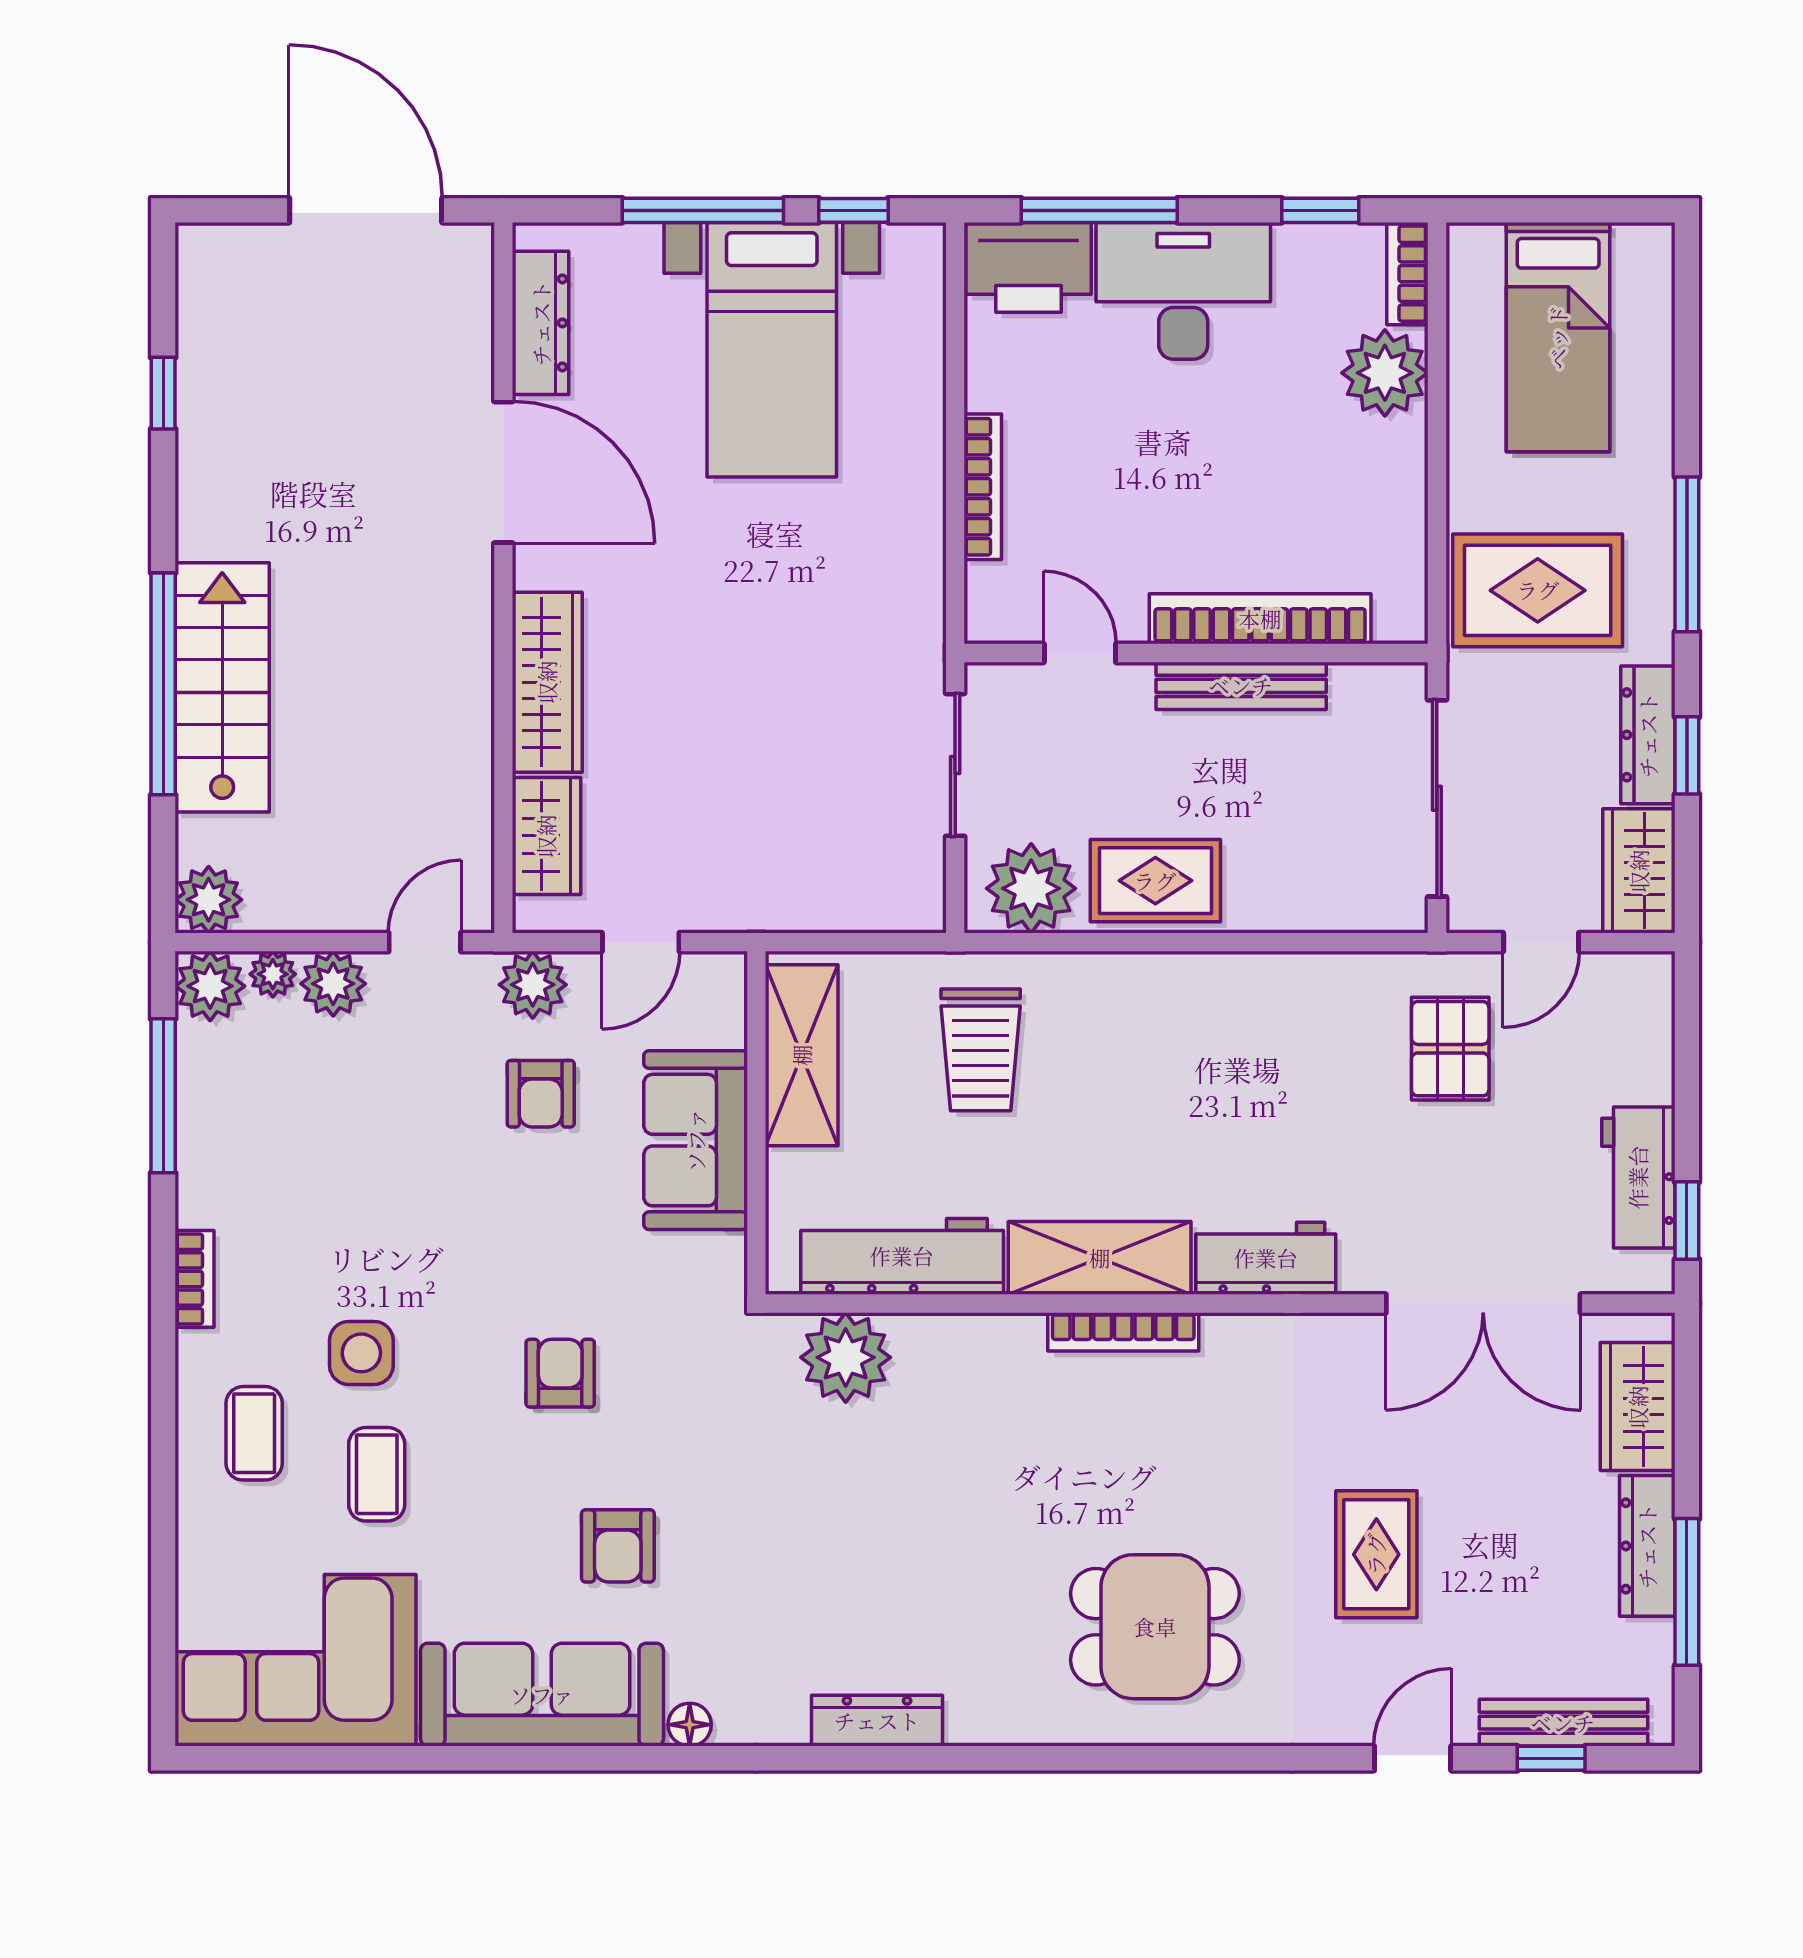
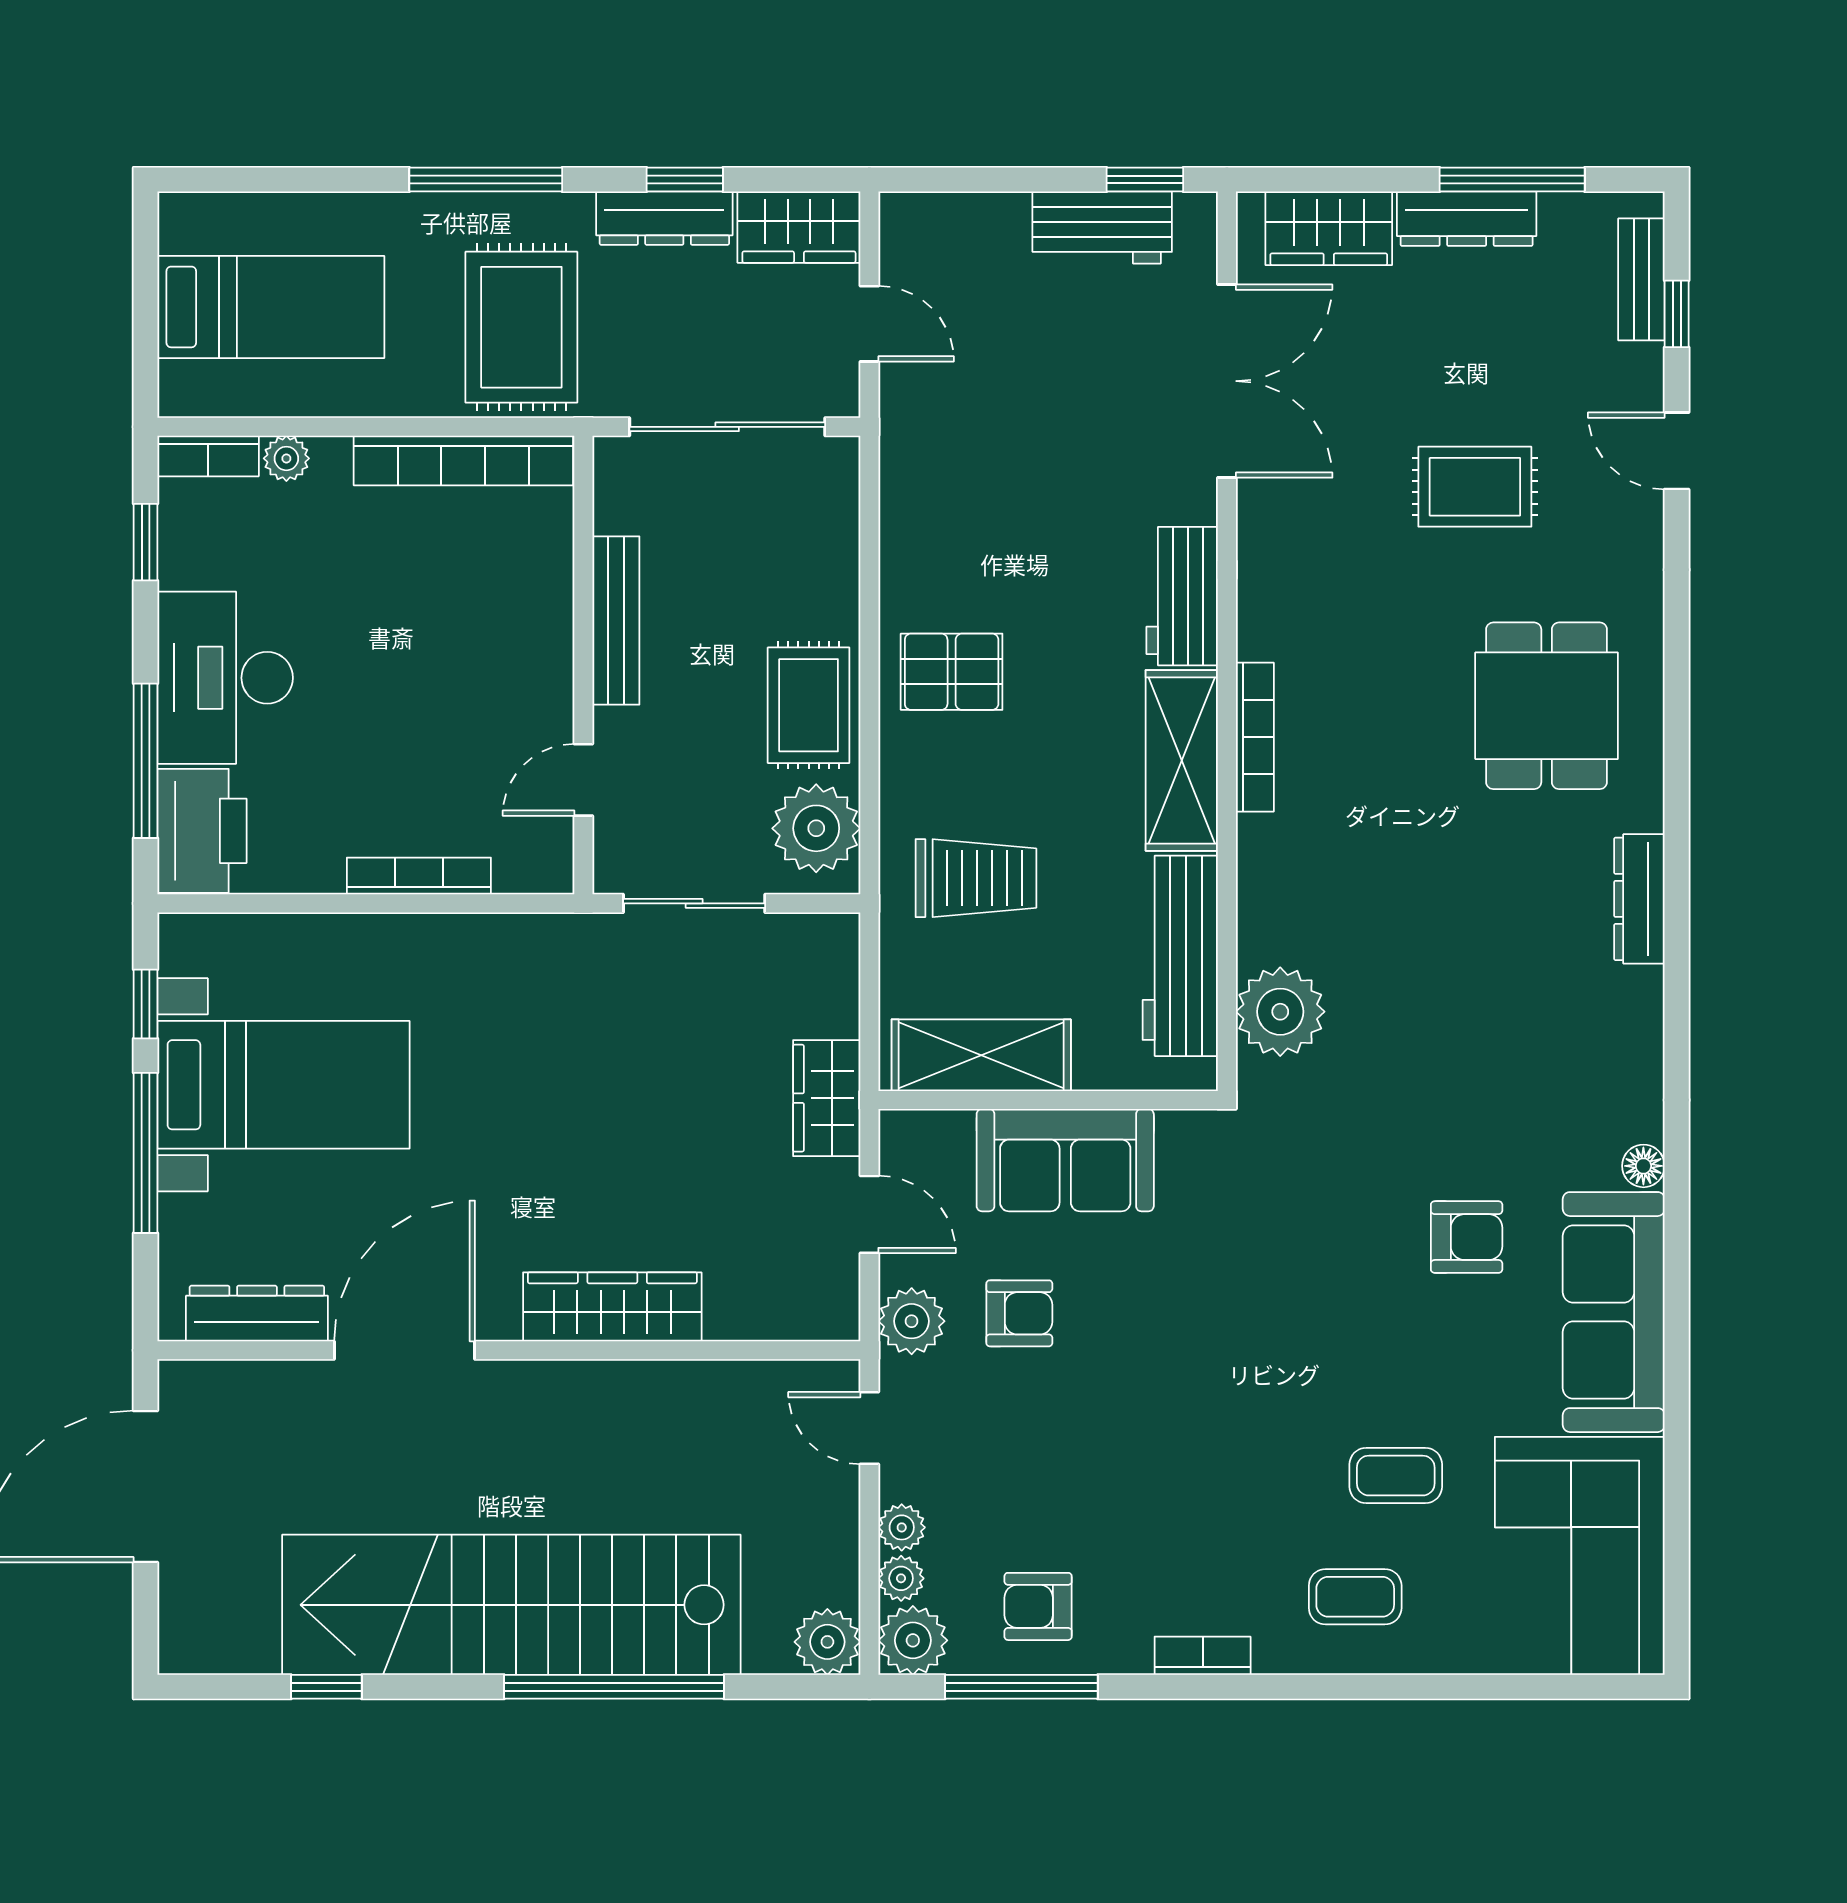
plant: (1385, 373) -> (286, 458), width x0.53, depth x0.53
bookcase: (1260, 619) -> (463, 461), moved, turned -90
stairs: (222, 687) -> (511, 1605), width x1.86, depth x1.51
wardrobe: (546, 836) -> (827, 1098), moved, turned -90
plant: (333, 984) -> (902, 1527), width x0.73, depth x0.73
pallet: (1450, 1049) -> (952, 672), moved
side table: (361, 1353) -> (1276, 1491), removed
armchair: (560, 1373) -> (1038, 1606), moved
dresser: (877, 1721) -> (1639, 899), moved
bench: (1563, 1723) -> (1641, 279), width x0.73

